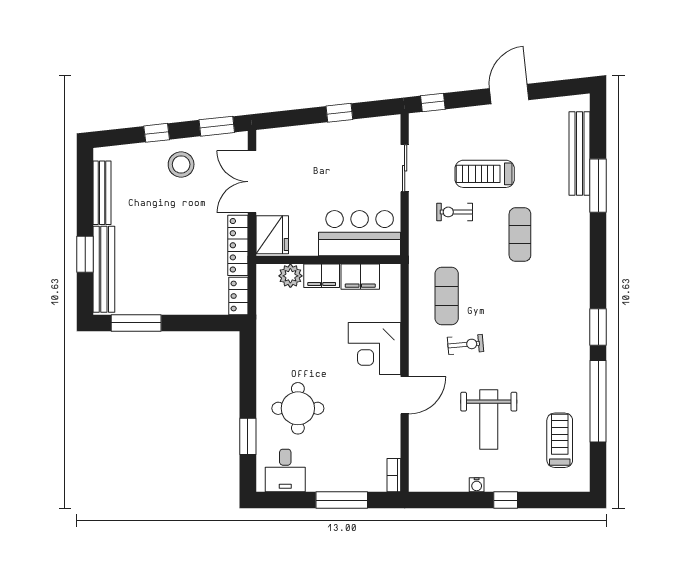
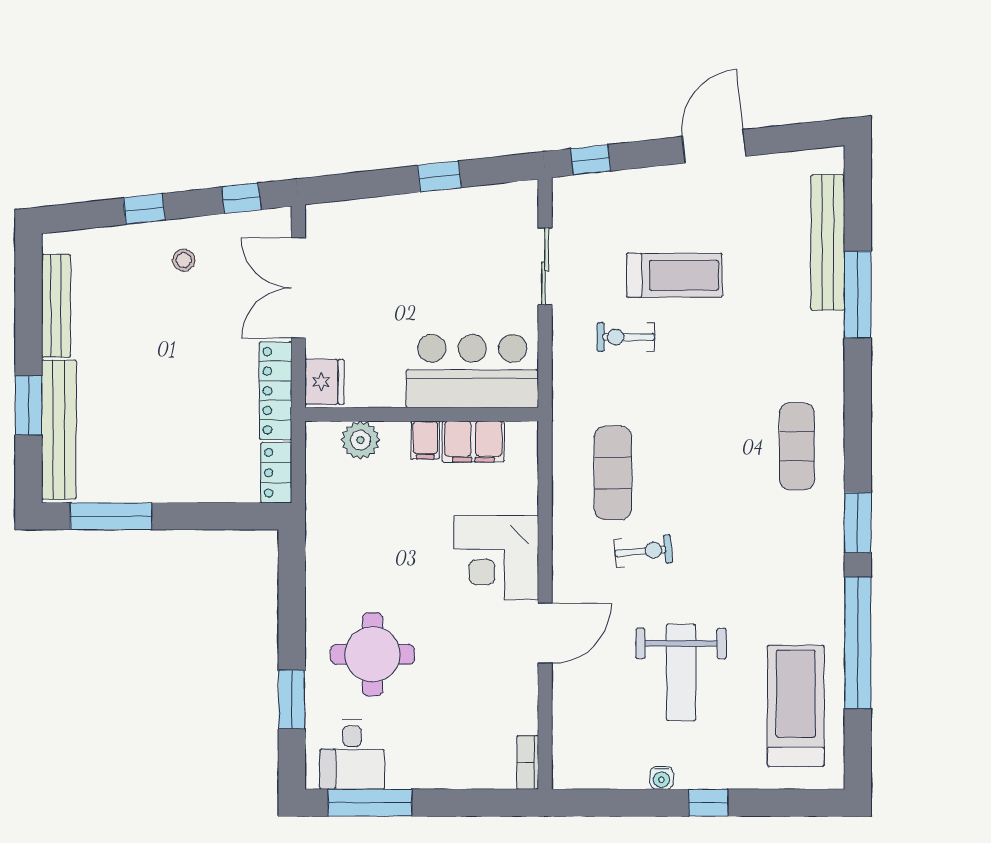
window: (217, 126) -> (241, 198), width x0.67
stool: (181, 164) -> (184, 260), width x0.53, depth x0.53
treadmill: (485, 174) -> (674, 275), turned 180
fridge: (272, 235) -> (324, 382), width x0.73, depth x0.75
exercise mat: (520, 235) -> (797, 446), moved
filing cabinet: (322, 276) -> (425, 440), width x0.50
treadmill: (560, 440) -> (796, 706), width x1.37, depth x1.38
window: (342, 500) -> (370, 803), moved

